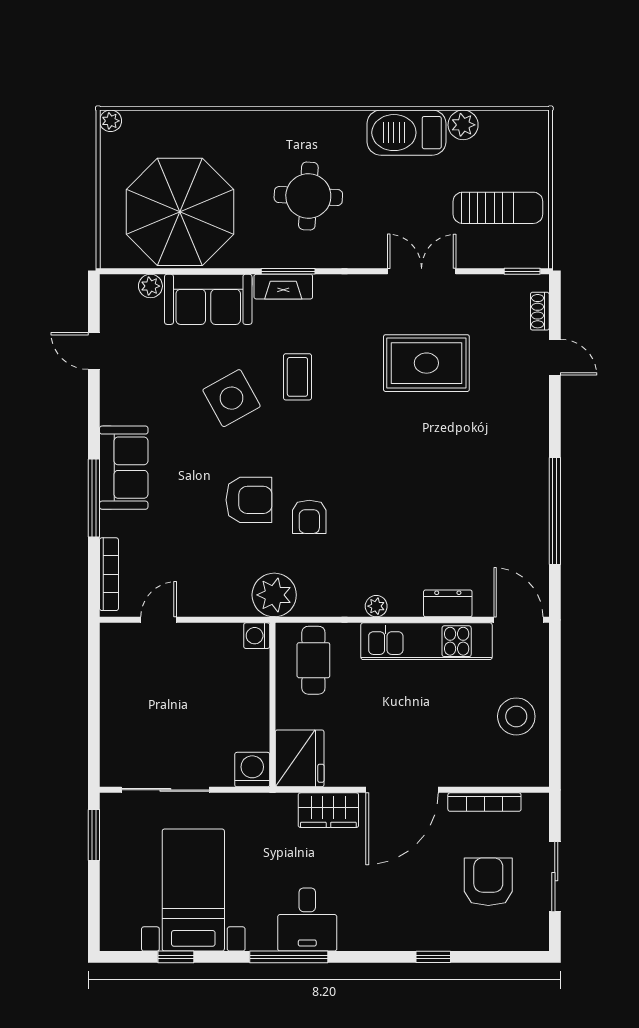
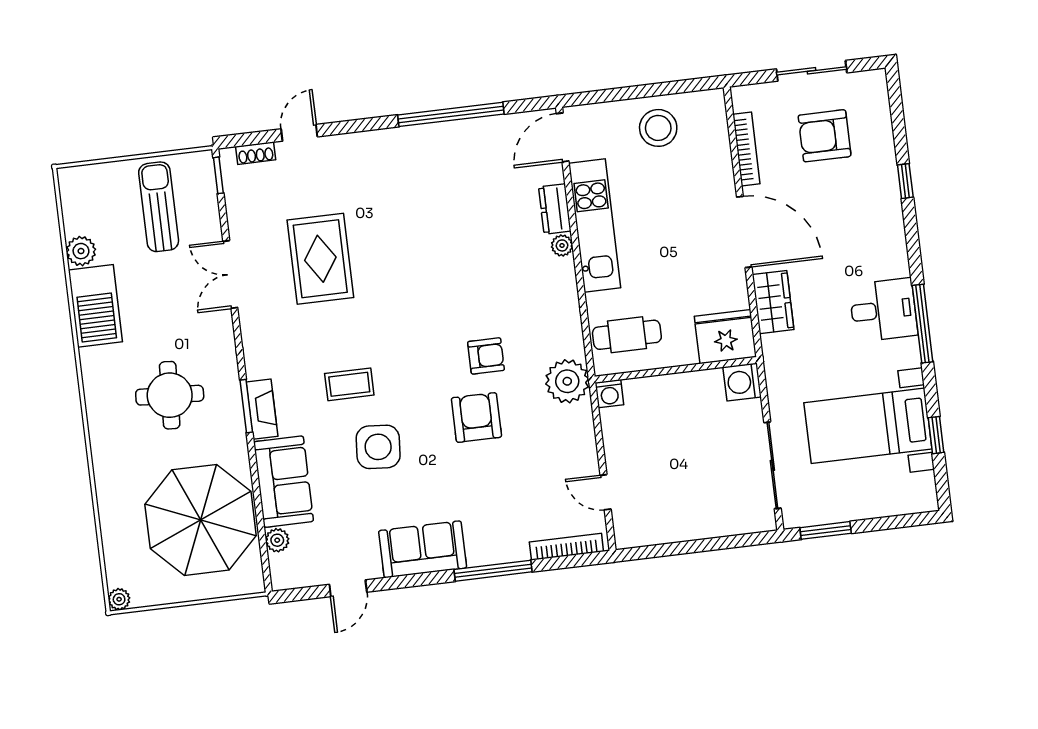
side table: (231, 398) -> (378, 447), turned 33
sofa: (124, 468) -> (423, 549), moved
plant: (376, 606) -> (562, 245), moved

